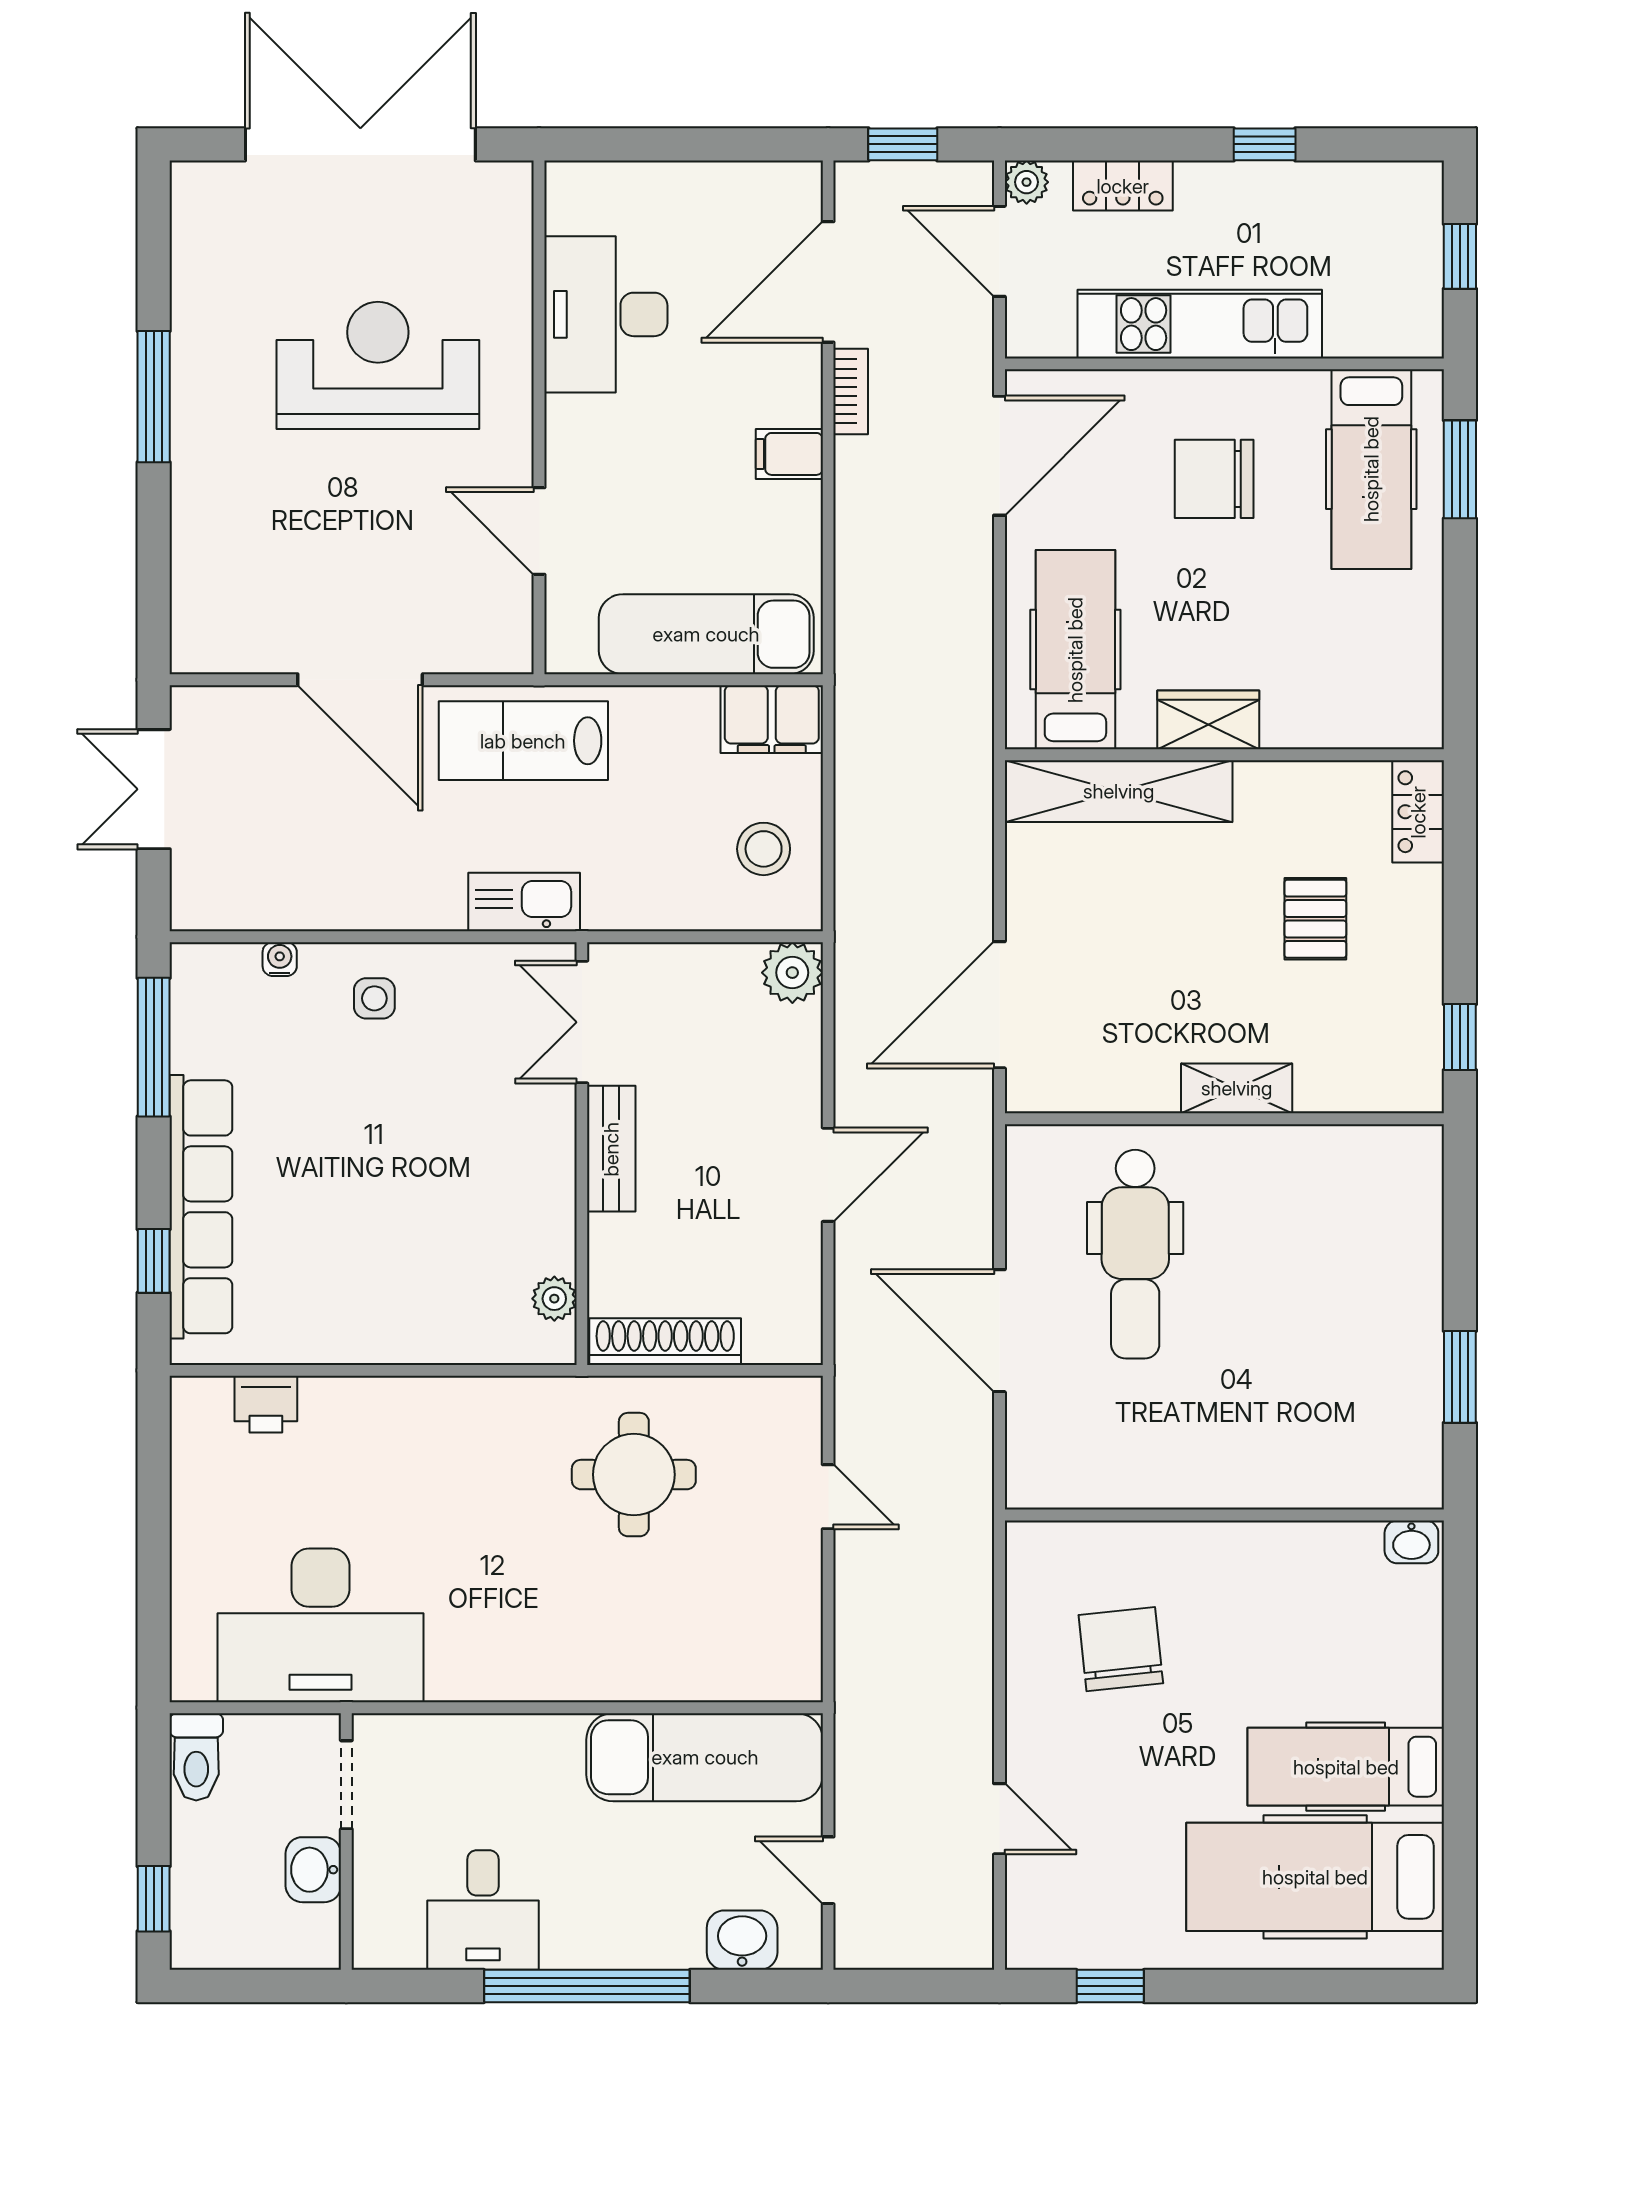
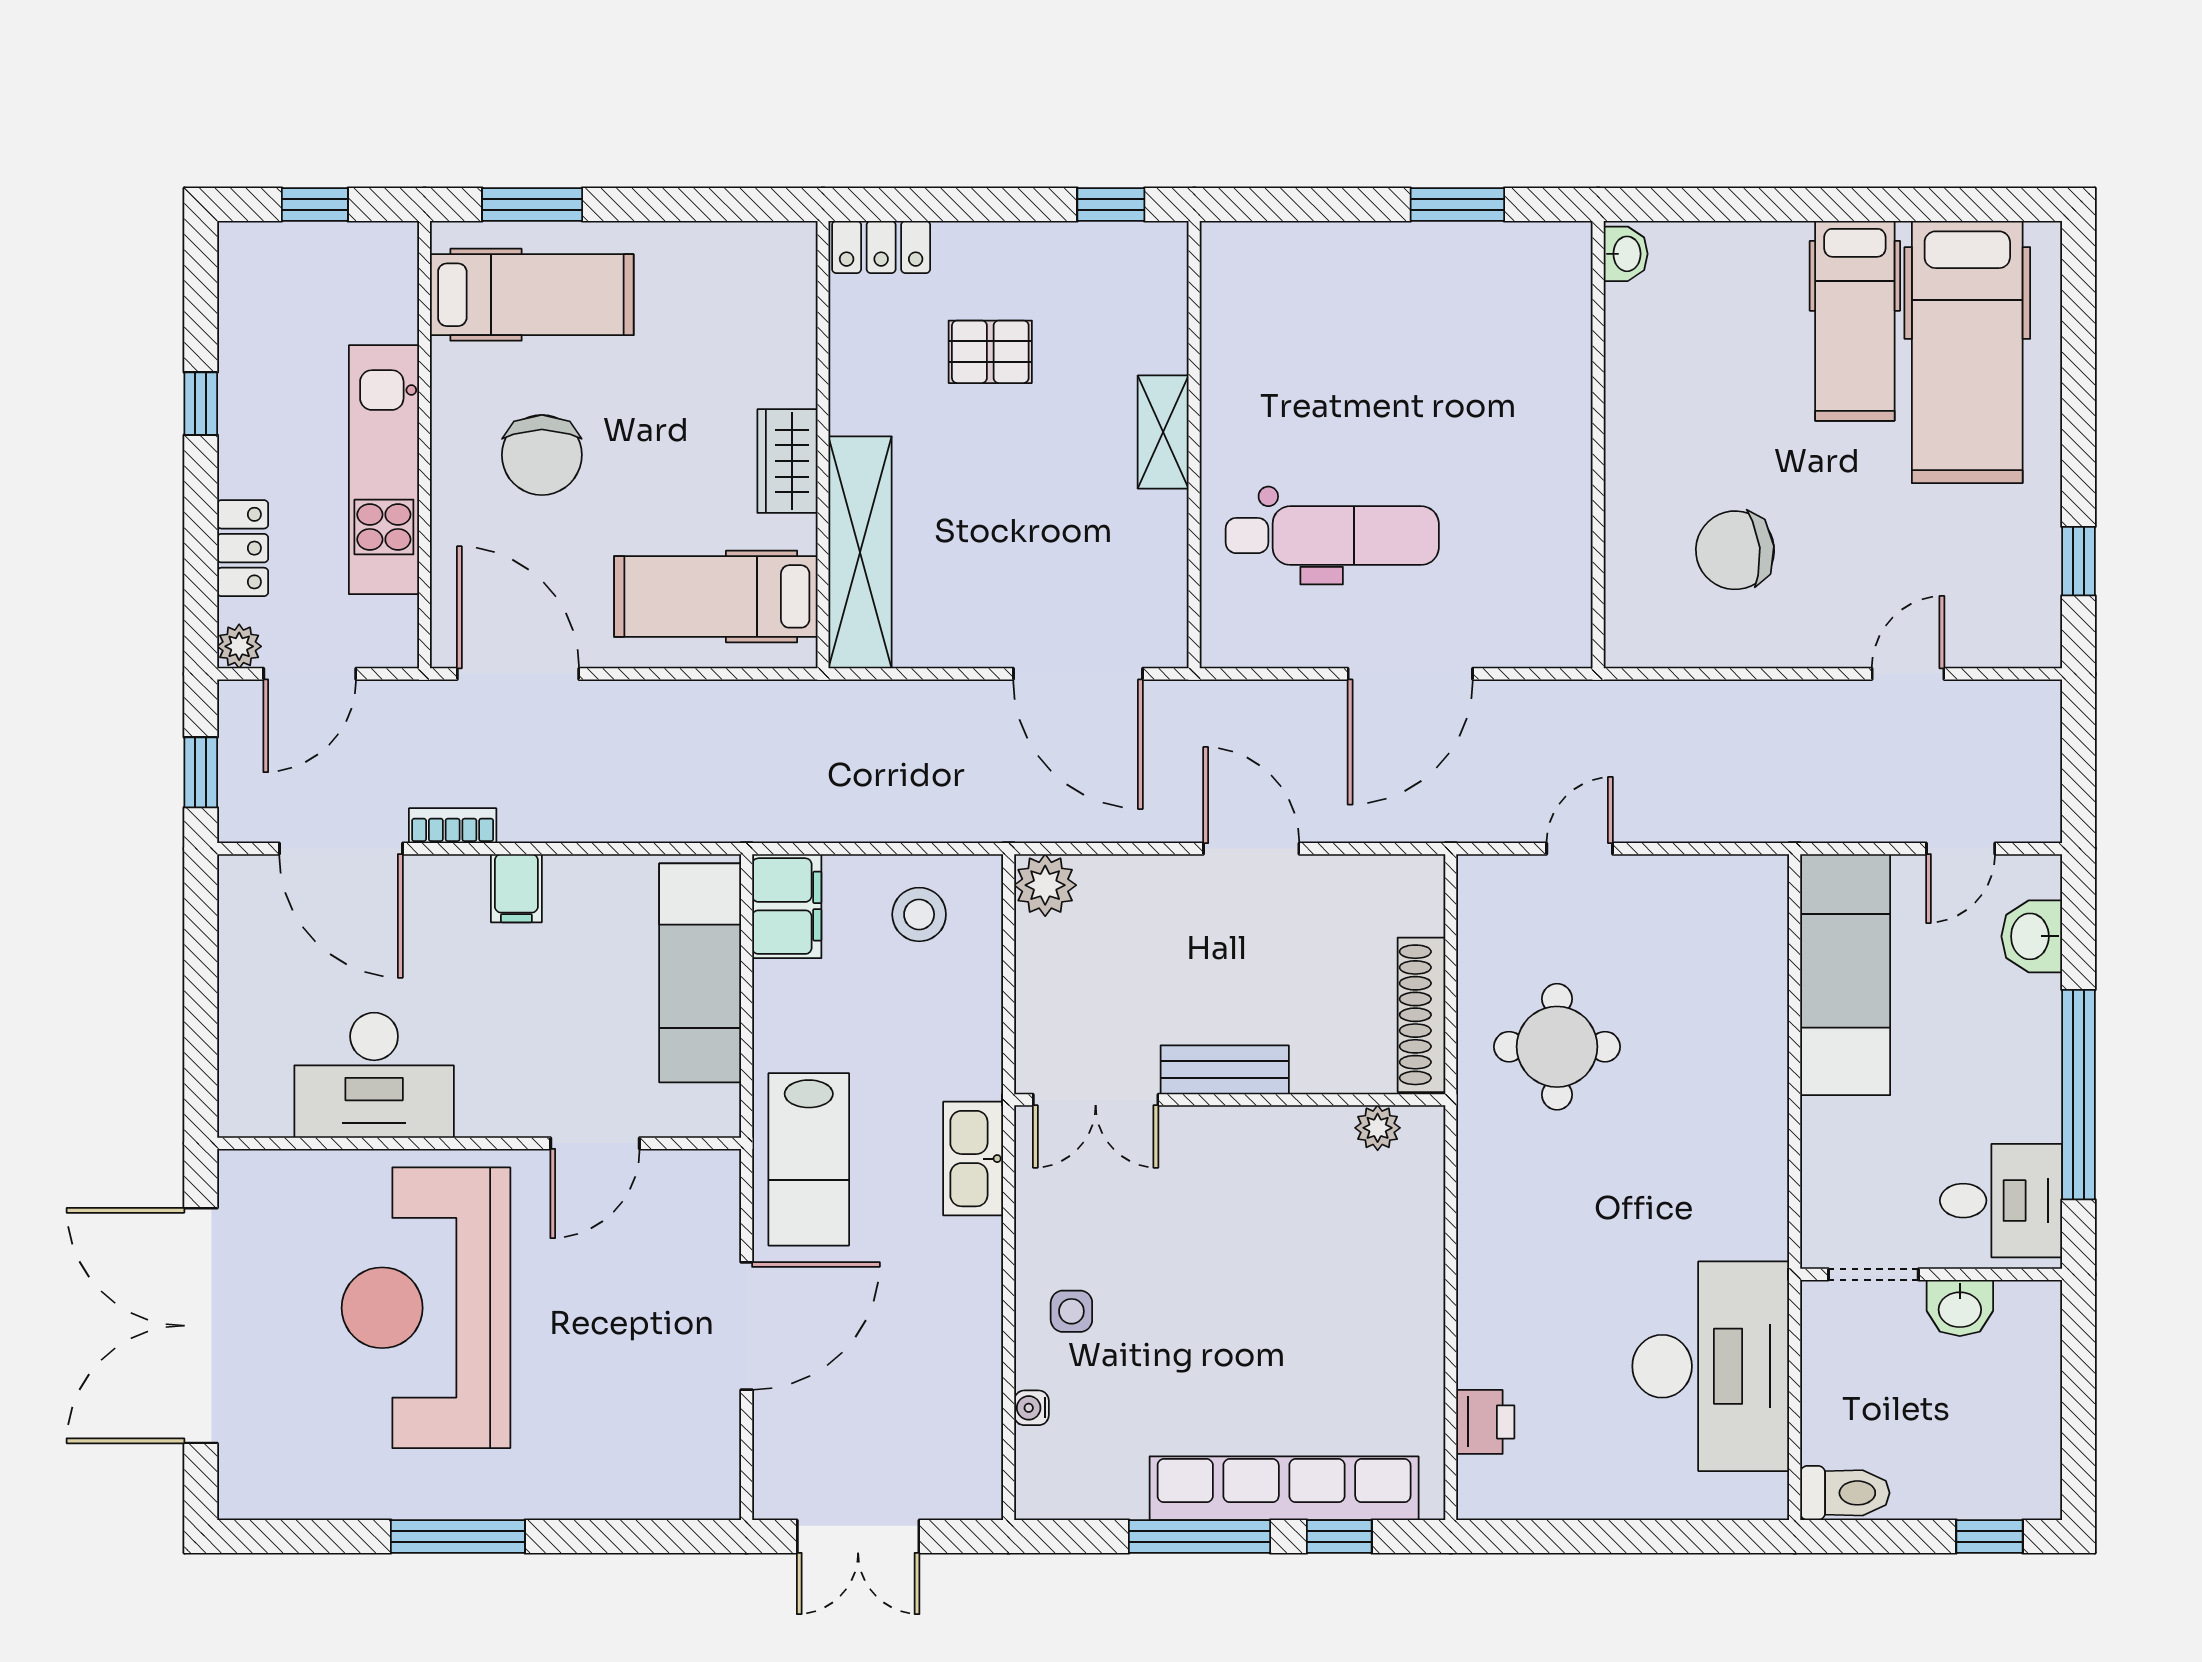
reception desk: (378, 365) -> (426, 1308), width x1.36, depth x1.30
window: (154, 1047) -> (1200, 1536), moved
doorway: (346, 1785) -> (1873, 1274), moved
wall: (346, 1841) -> (1931, 1274), moved
washbasin: (313, 1870) -> (1960, 1308), moved

